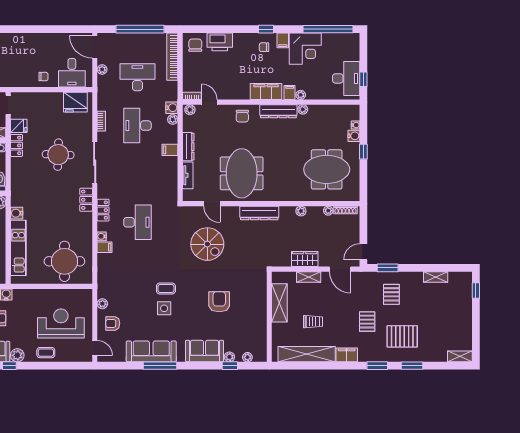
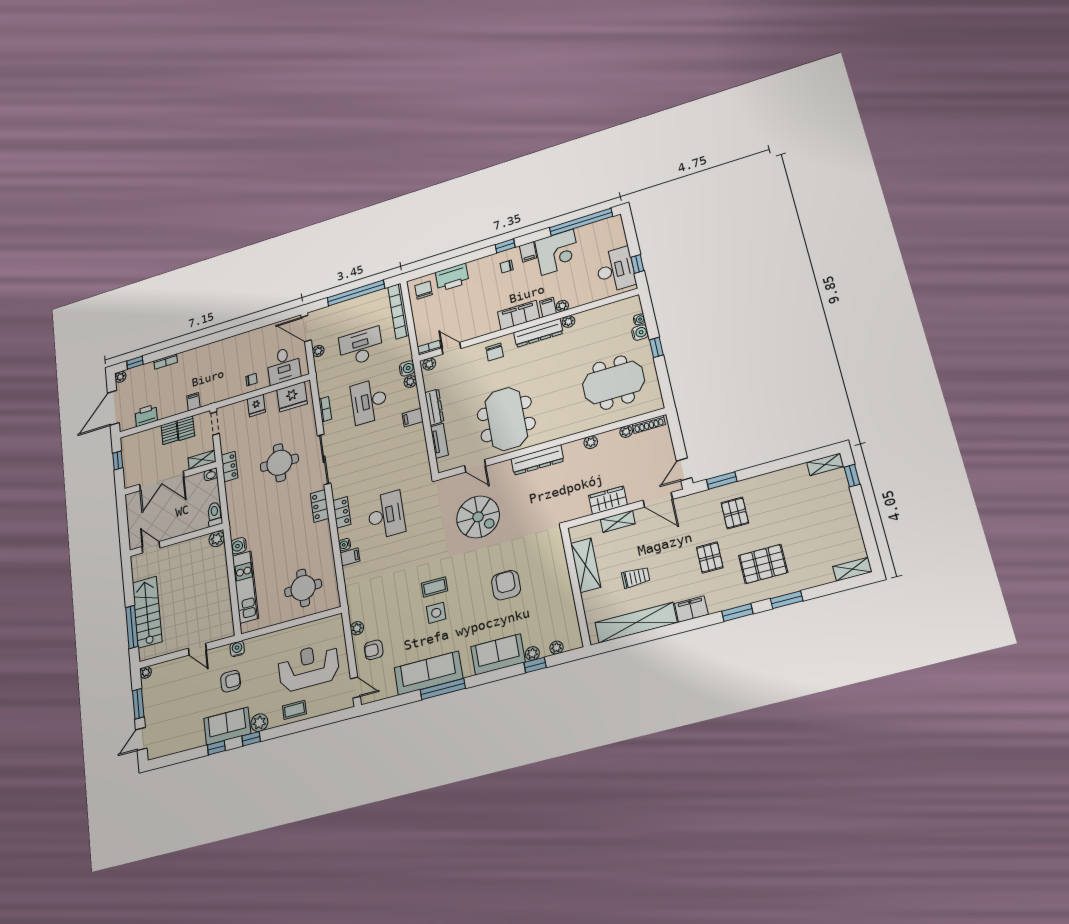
fridge: (19, 126) -> (256, 406), moved, turned 90
round table: (64, 261) -> (303, 588), width x0.73, depth x0.73
shelving: (436, 277) -> (825, 464), moved

